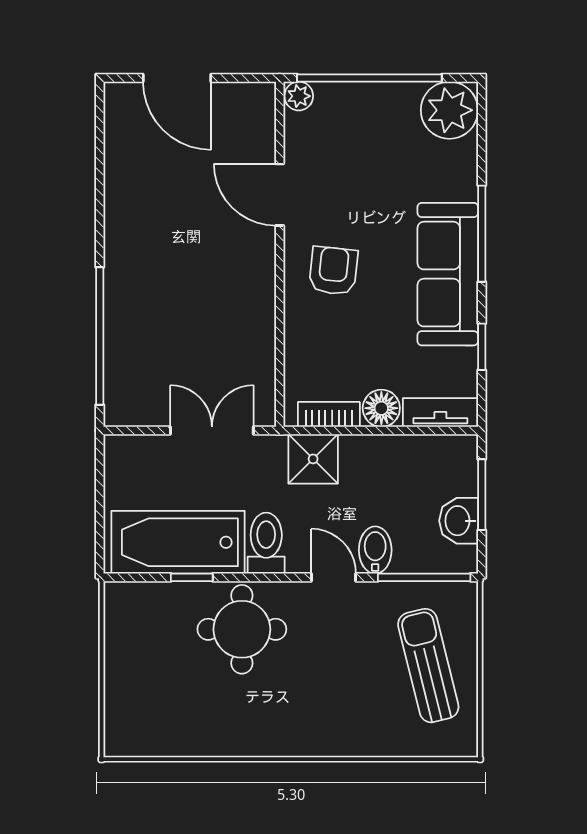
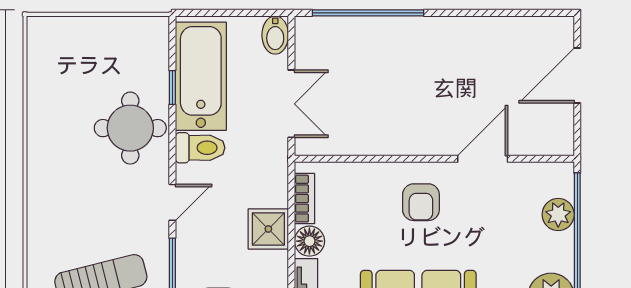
plant: (299, 96) -> (558, 215), moved, width x1.38, depth x1.38
armchair: (333, 271) -> (421, 202), turned 84
shower: (313, 459) -> (268, 229), moved
bidet: (375, 550) -> (275, 35), moved, turned 90

